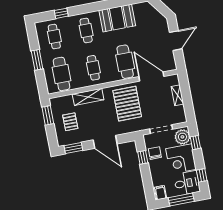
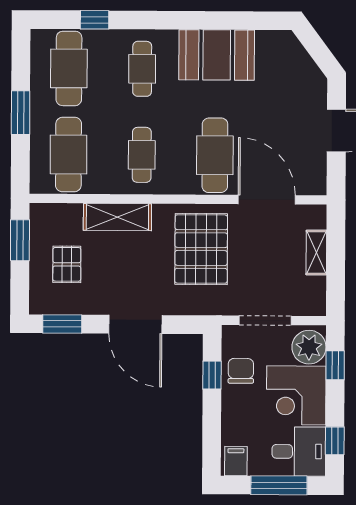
cafe table: (54, 37) -> (69, 68), width x1.37, depth x1.35

